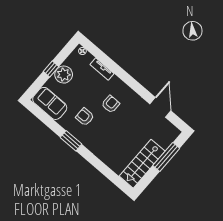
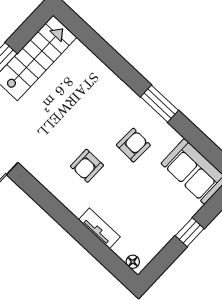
plant: (64, 75) -> (168, 221), removed
armchair: (85, 117) -> (133, 145), turned -88

